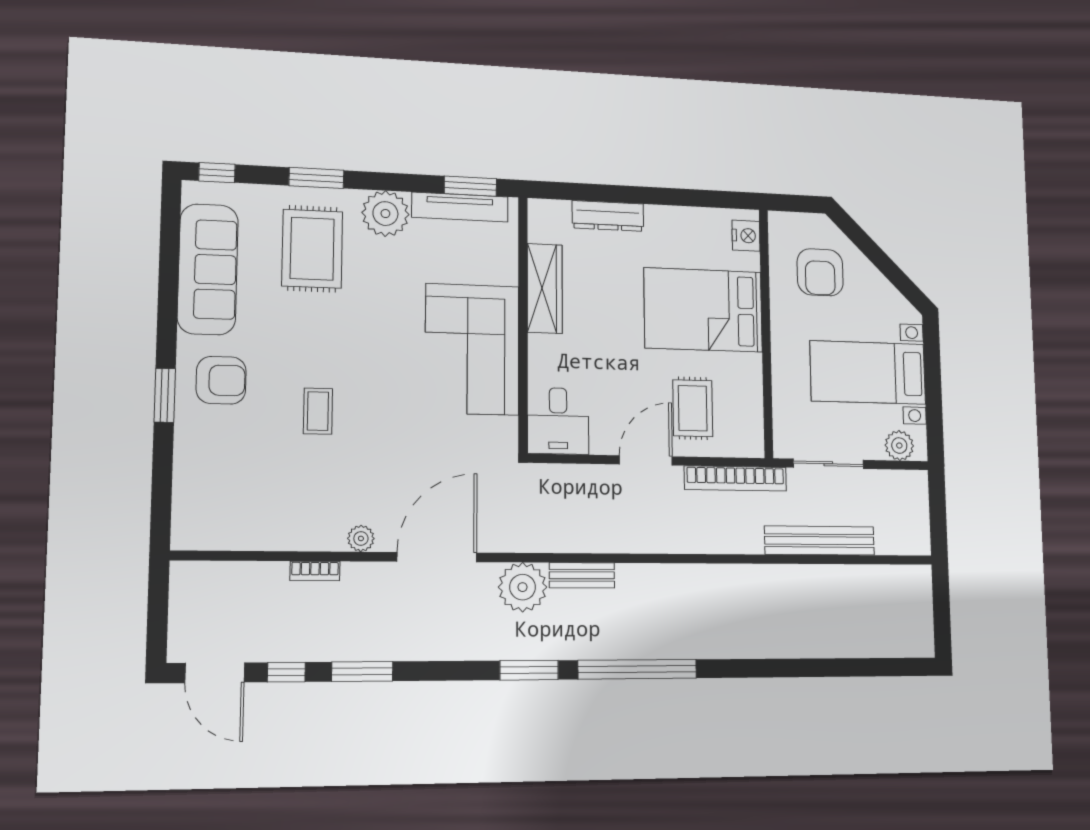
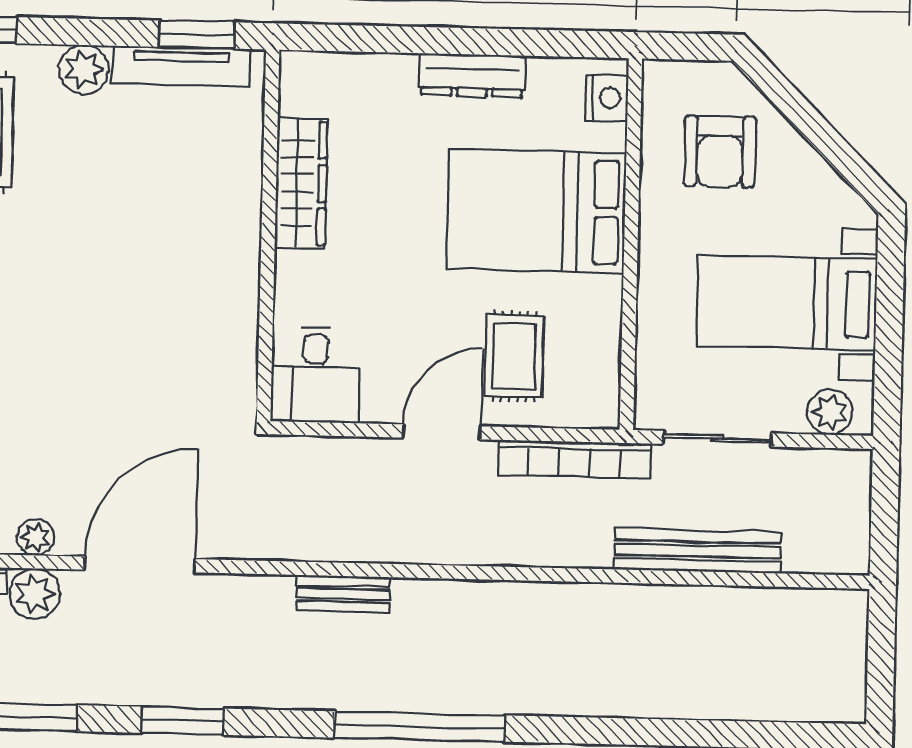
plant: (385, 214) -> (84, 70), width x0.73, depth x0.73
dresser: (608, 216) -> (472, 75), moved
corner sofa: (472, 349) -> (194, 272), removed
plant: (523, 587) -> (35, 594), moved, width x0.73, depth x0.73
window: (529, 670) -> (183, 721), moved

